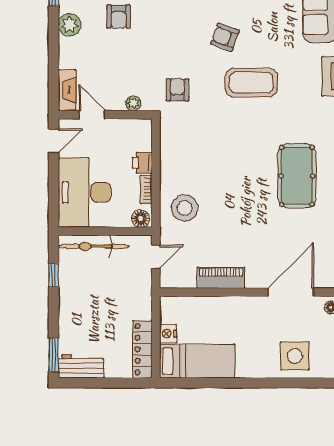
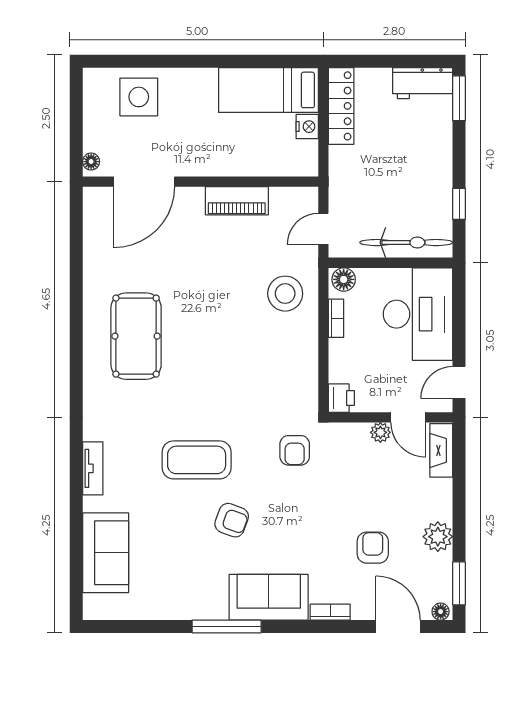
plant: (133, 103) -> (380, 432), moved
printer: (142, 163) -> (341, 398), moved

